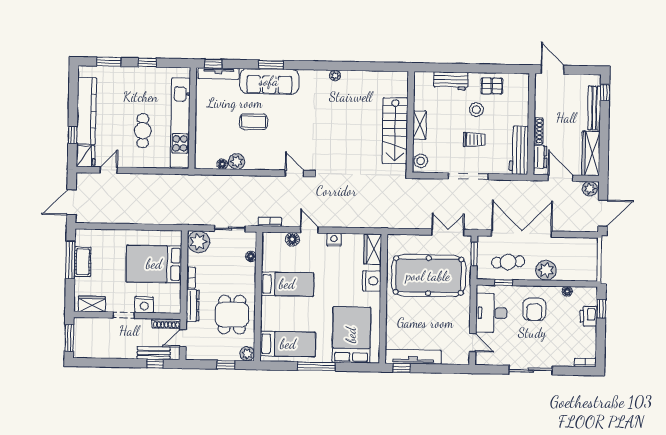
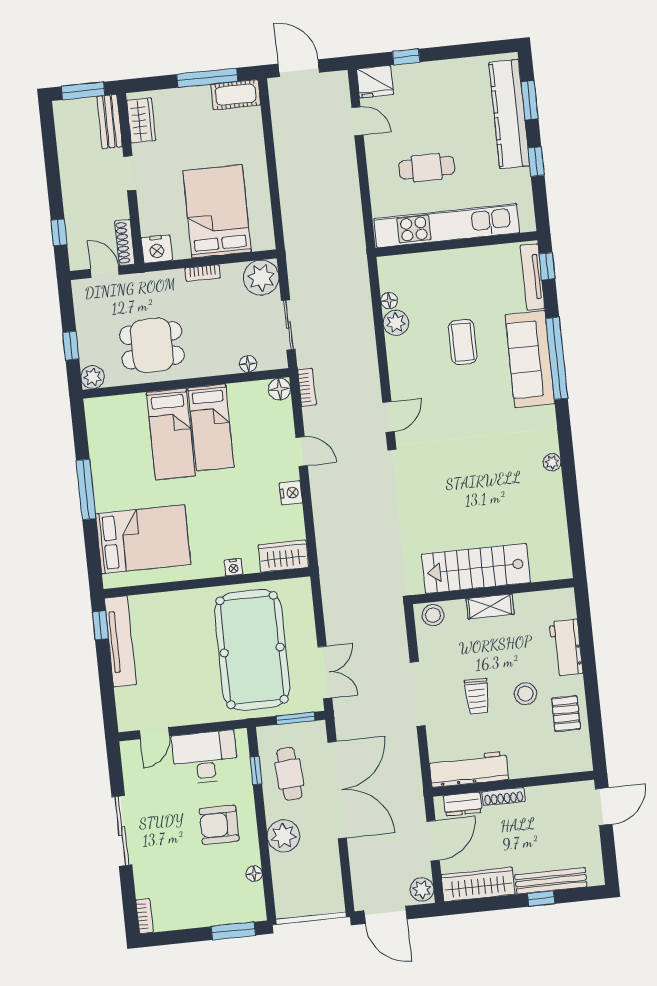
window: (271, 65) -> (557, 358), width x2.11
window: (605, 93) -> (541, 899), moved
kitchen counter: (87, 111) -> (509, 114), moved, turned 90
door: (309, 230) -> (302, 451), hinge flipped
floor lamp: (292, 239) -> (279, 389), moved
cot: (83, 262) -> (236, 95), moved
nightstand: (372, 281) -> (233, 567), width x0.53, depth x0.56
nightstand: (144, 305) -> (157, 249), moved, turned -90
dresser: (193, 306) -> (159, 281), removed
window: (601, 309) -> (233, 931), width x1.50
printer: (588, 316) -> (219, 912), removed
bed: (288, 344) -> (171, 434), moved
bench: (154, 353) -> (110, 121), moved

